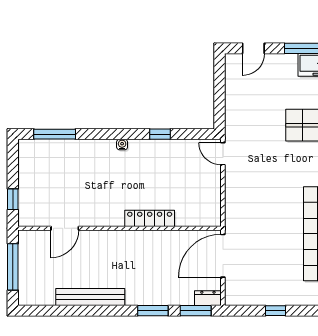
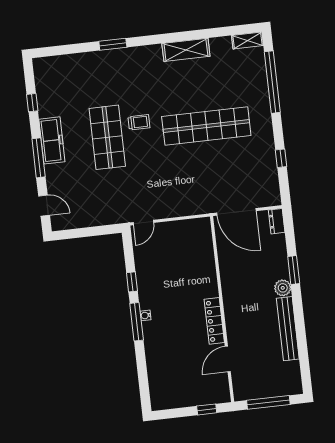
window: (55, 134) -> (137, 322), moved
locker: (150, 218) -> (214, 321), moved
door: (65, 228) -> (228, 359), swing flipped
plant: (135, 296) -> (283, 288), added
window: (196, 311) -> (289, 231), removed

